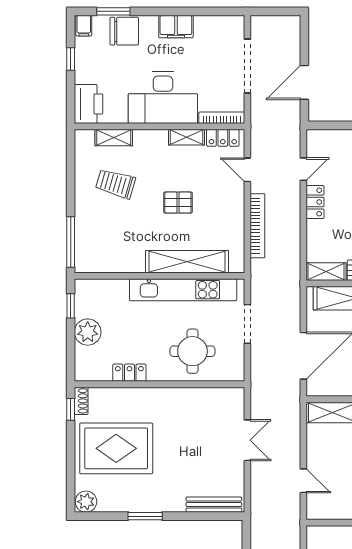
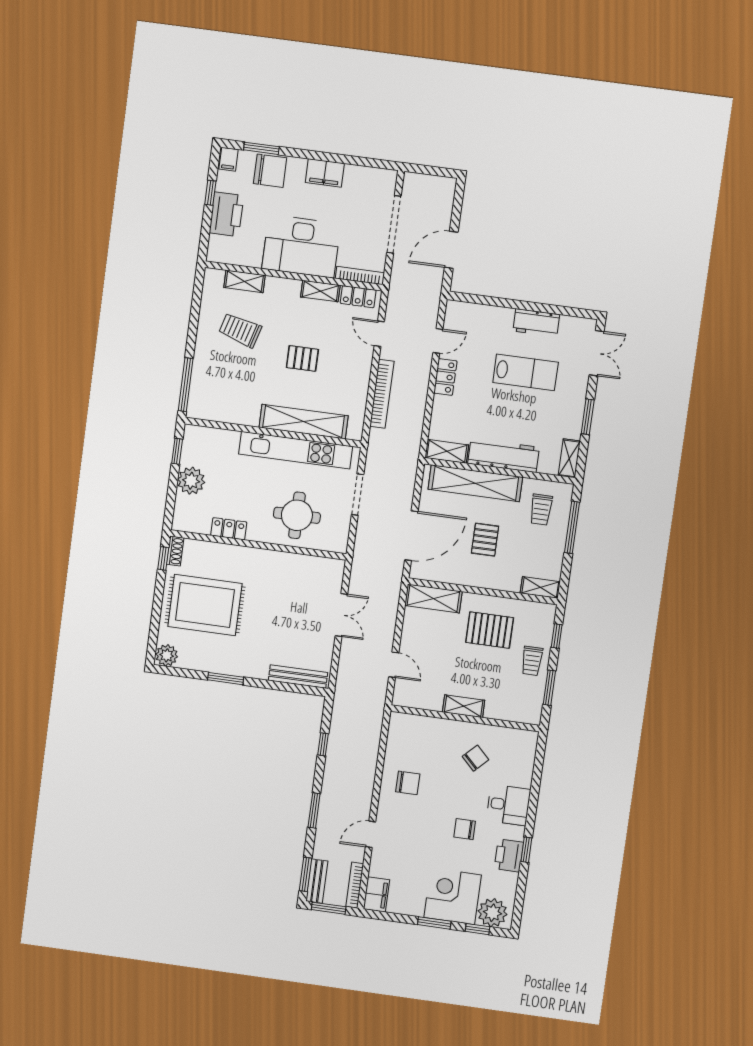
printer: (88, 104) -> (226, 214), moved

